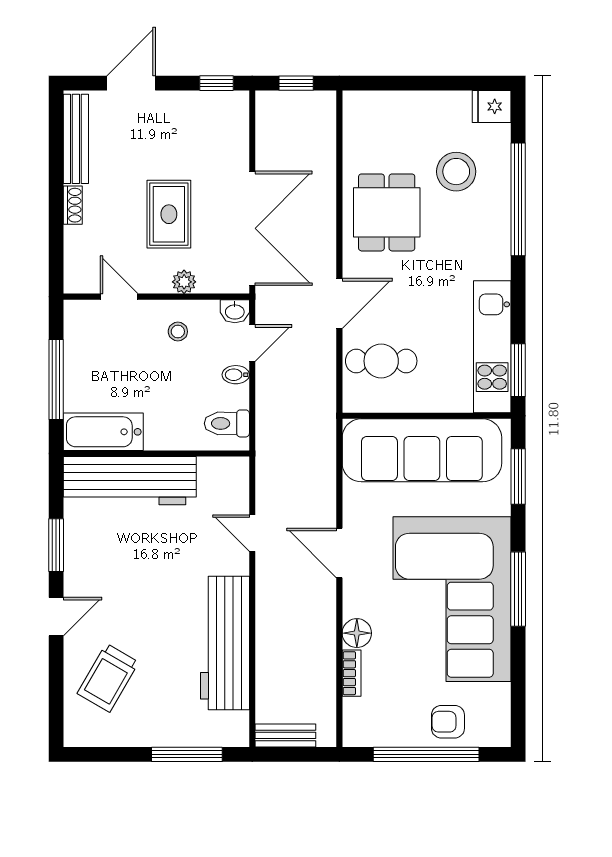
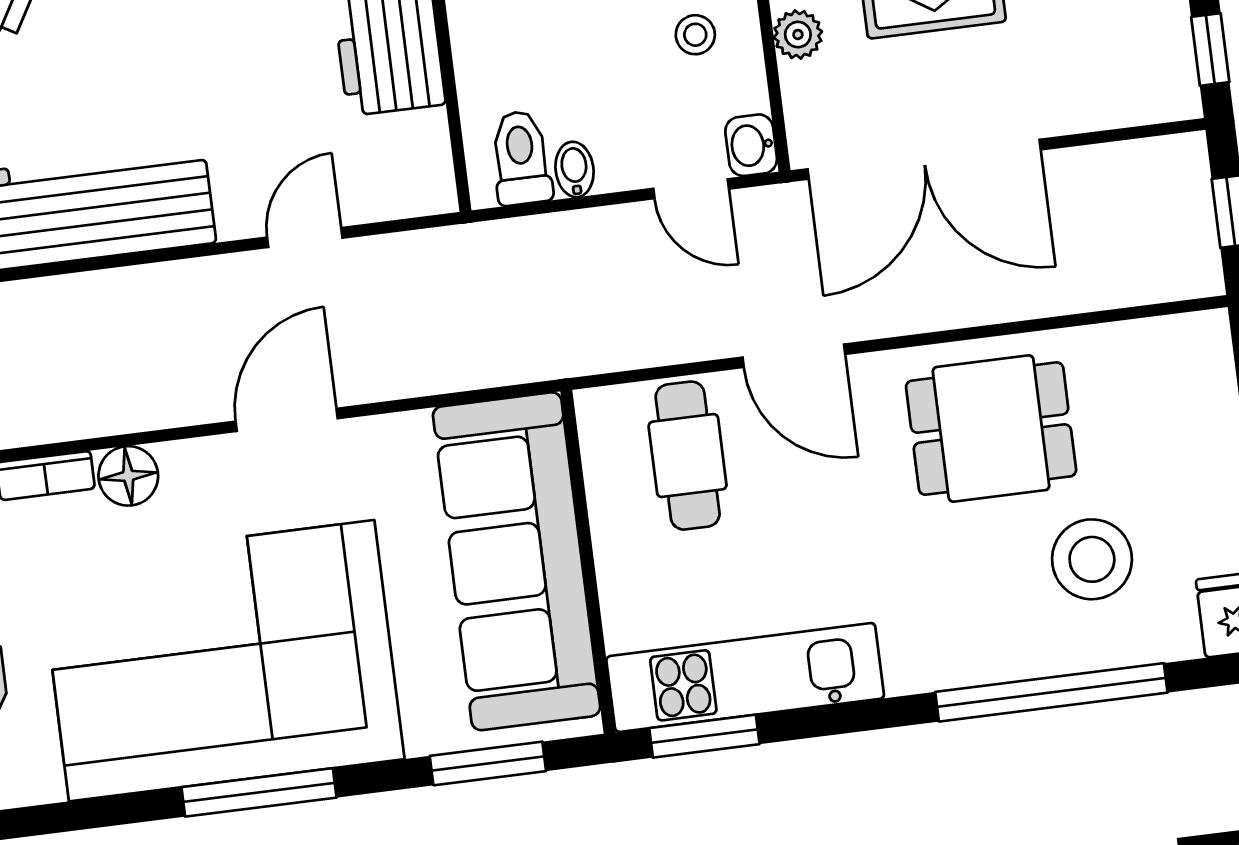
bidet: (236, 375) -> (575, 169), moved

